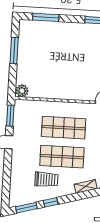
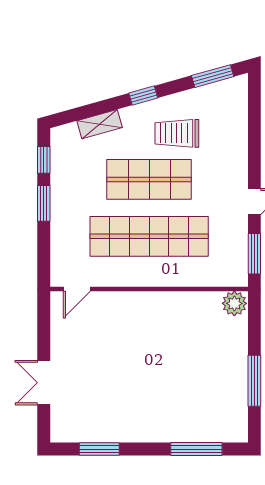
shop shelf: (64, 128) -> (149, 236), width x1.40
window: (51, 202) -> (143, 96), moved

